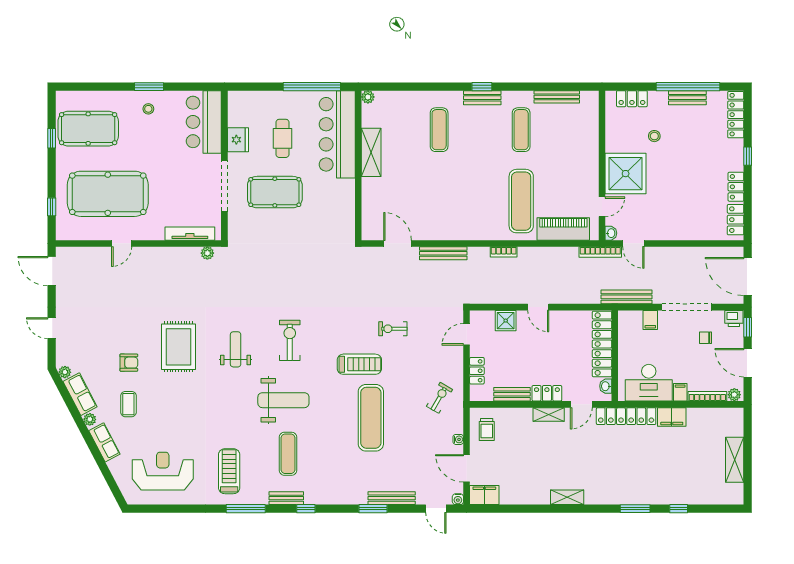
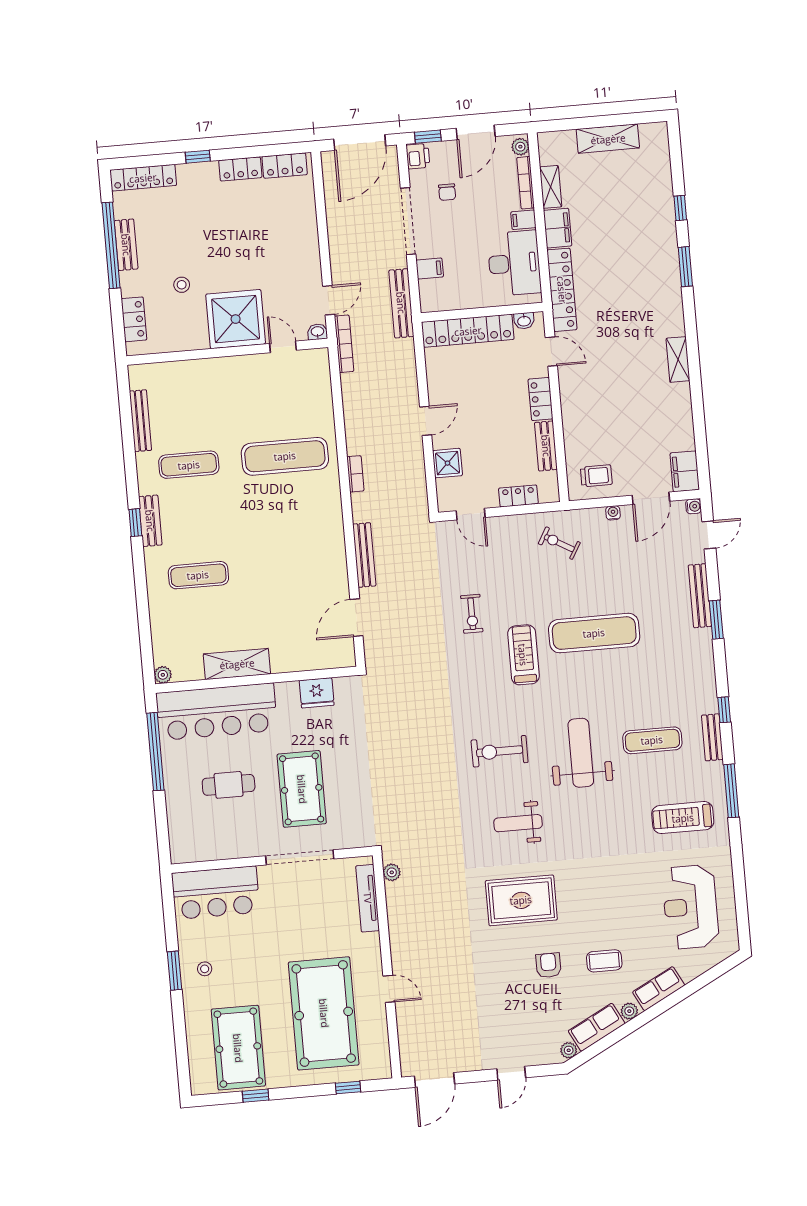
fridge: (238, 140) -> (317, 693), moved, turned 180
piano: (563, 229) -> (317, 396), removed
shelving: (549, 414) -> (551, 187), moved

